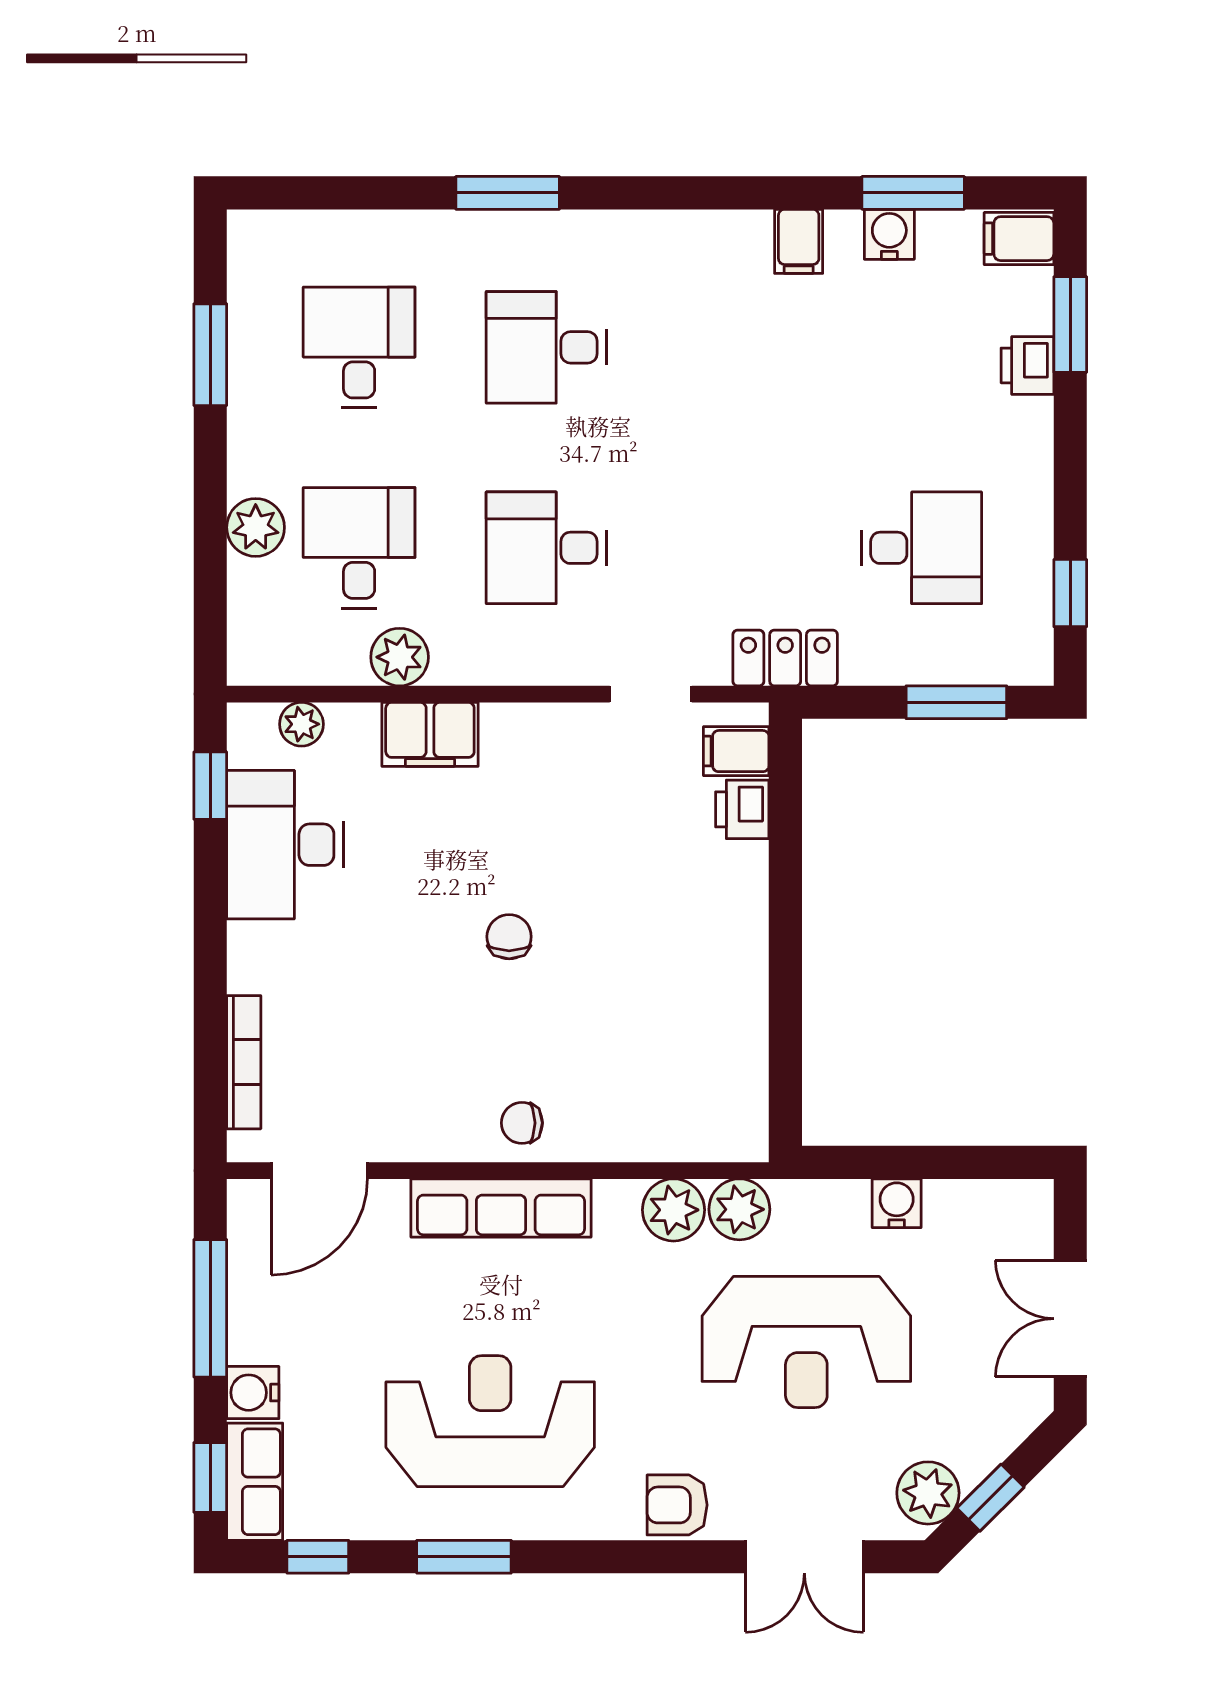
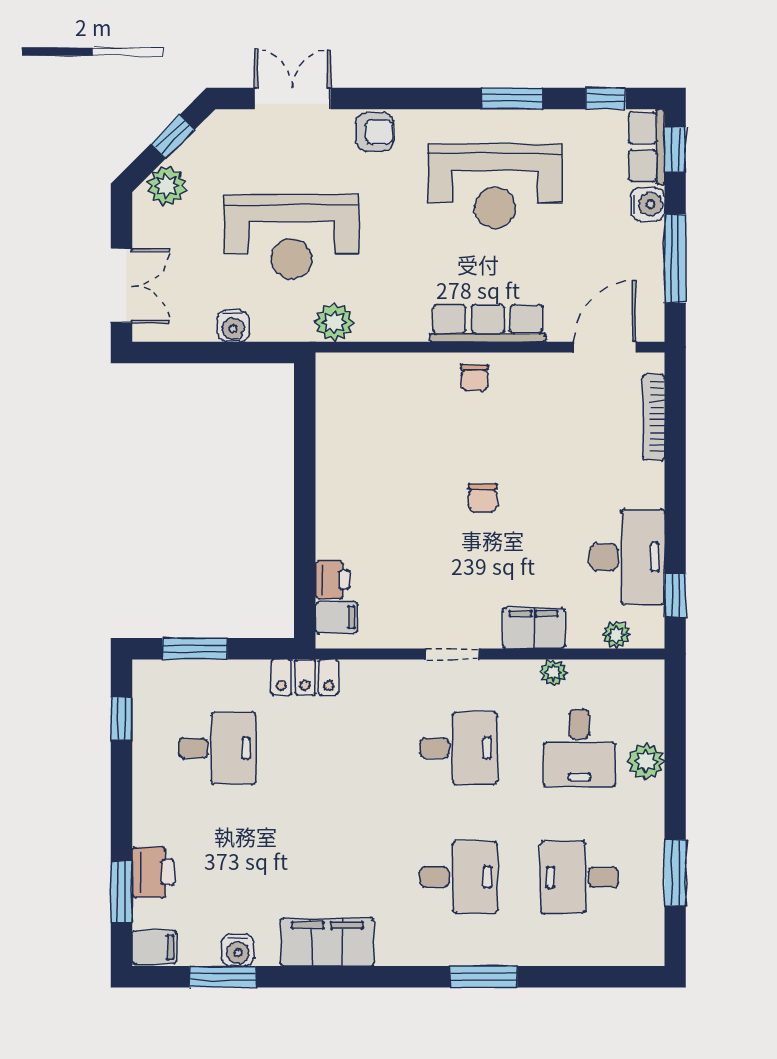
filing cabinet: (799, 241) -> (327, 942), width x3.00, depth x1.17
desk: (359, 347) -> (579, 877), turned 90
printer: (1027, 365) -> (153, 872), width x1.36, depth x1.24
desk: (921, 548) -> (217, 748), turned 180
plant: (400, 657) -> (553, 673), width x0.73, depth x0.73
doorway: (651, 694) -> (452, 654), moved
chair: (522, 1123) -> (474, 378), turned 90
plant: (673, 1210) -> (377, 322), removed
double door: (1070, 1319) -> (121, 286), moved
reception desk: (806, 1342) -> (291, 237), turned 180
plant: (928, 1493) -> (167, 186), moved

